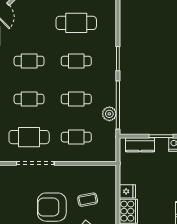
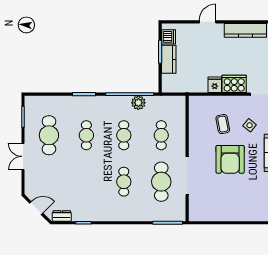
cafe table: (29, 61) -> (86, 182), removed
kitchen counter: (140, 145) -> (169, 59), moved

